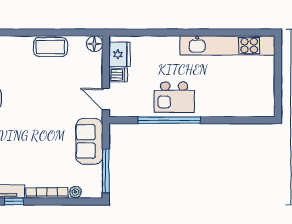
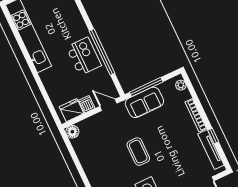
coffee table: (51, 47) -> (138, 152), moved
door: (106, 99) -> (108, 105), swing flipped
window: (106, 171) -> (146, 87), moved
plant: (75, 192) -> (181, 85), moved

